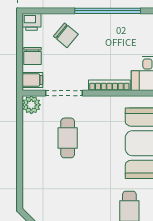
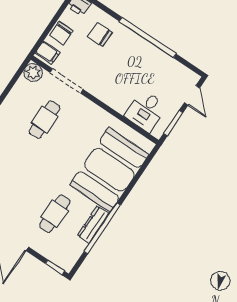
chair: (66, 35) -> (100, 34), turned 140
bookcase: (109, 85) -> (108, 100), removed

